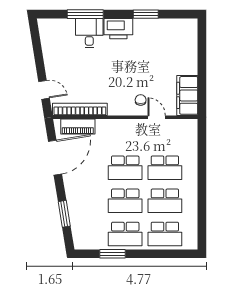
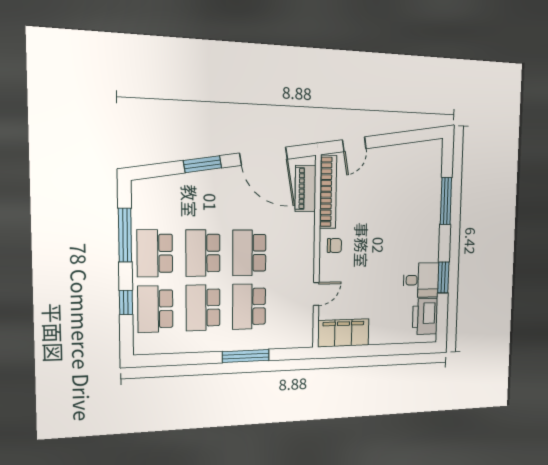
printer: (118, 29) -> (425, 316), moved
desk: (89, 33) -> (421, 280), moved
chair: (141, 100) -> (334, 245), moved
window: (202, 170) -> (246, 356), added
window: (64, 214) -> (202, 164), moved
window: (112, 254) -> (125, 235), width x1.44
window: (160, 254) -> (126, 302), added

